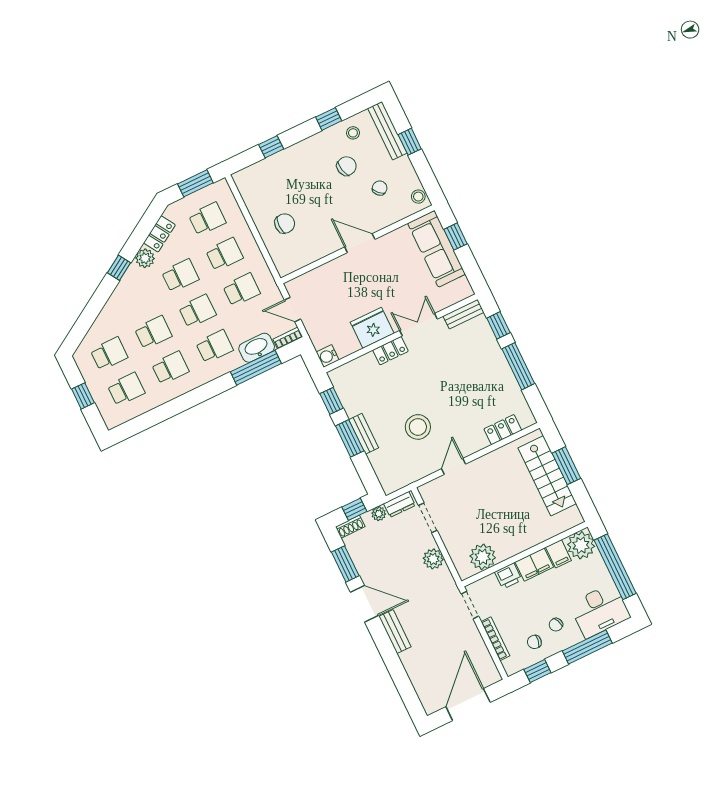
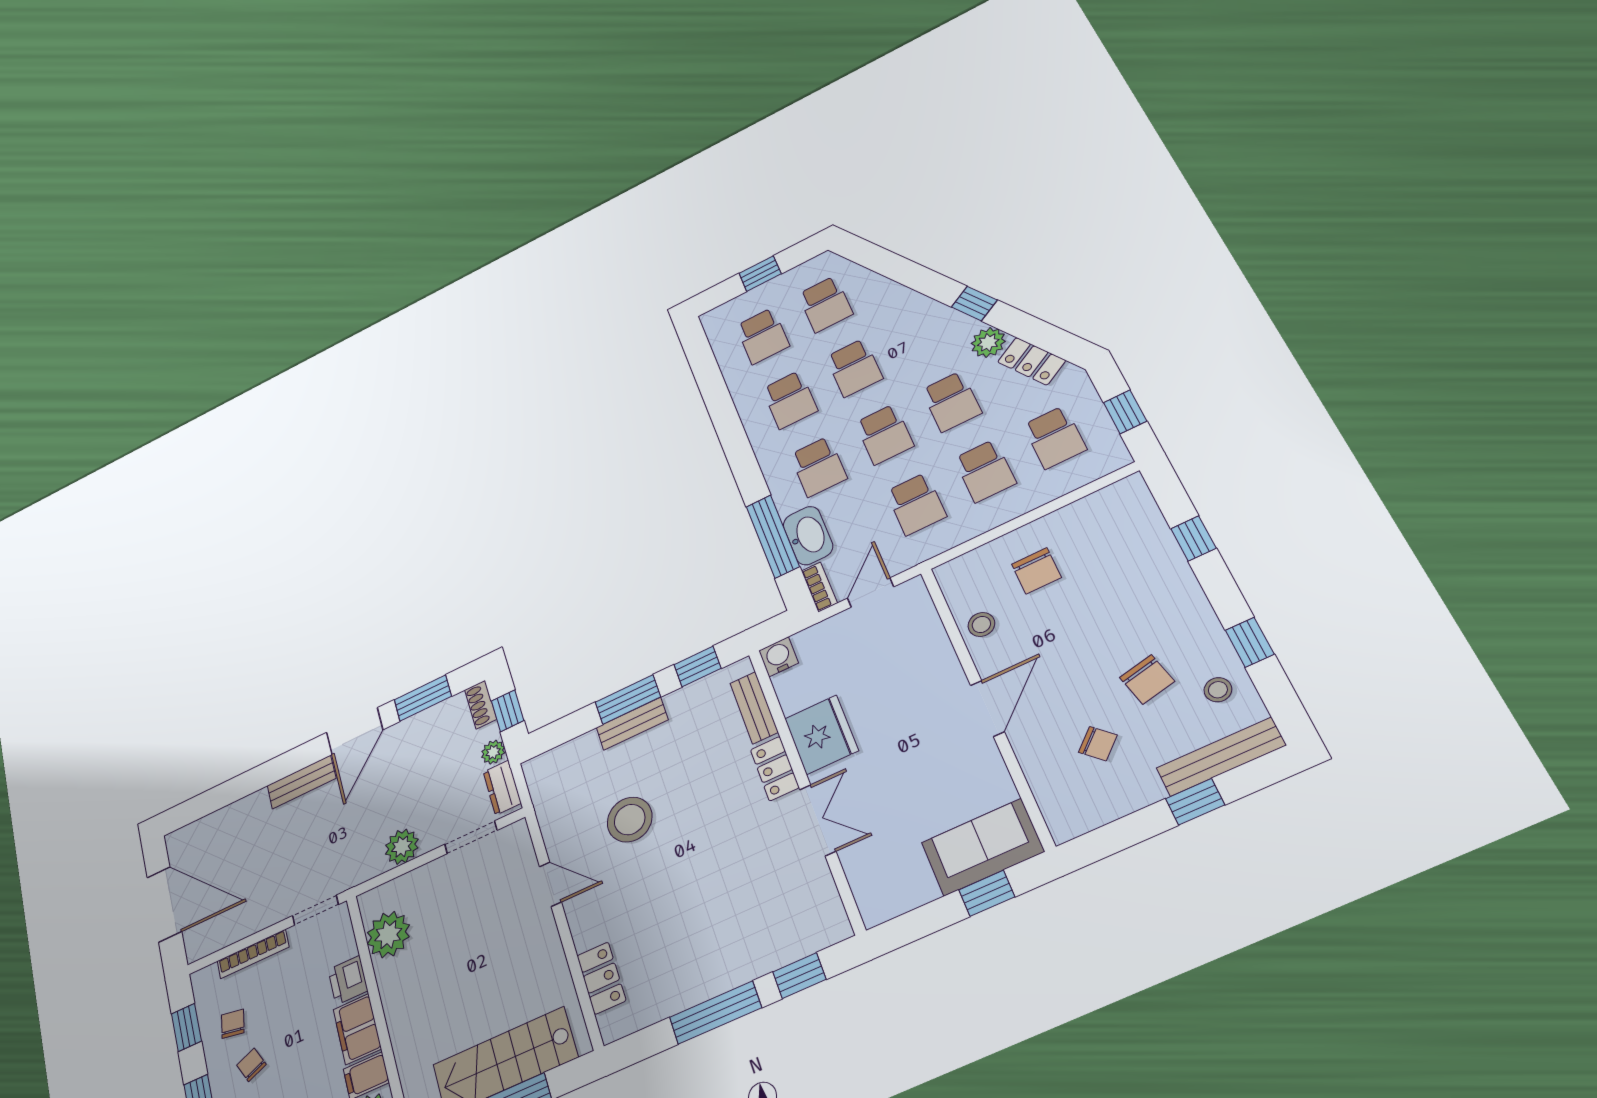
window: (195, 183) -> (1125, 412), width x0.67
stool: (418, 197) -> (981, 624), moved
sofa: (436, 249) -> (983, 847), width x0.73
bench: (463, 314) -> (754, 708), moved

